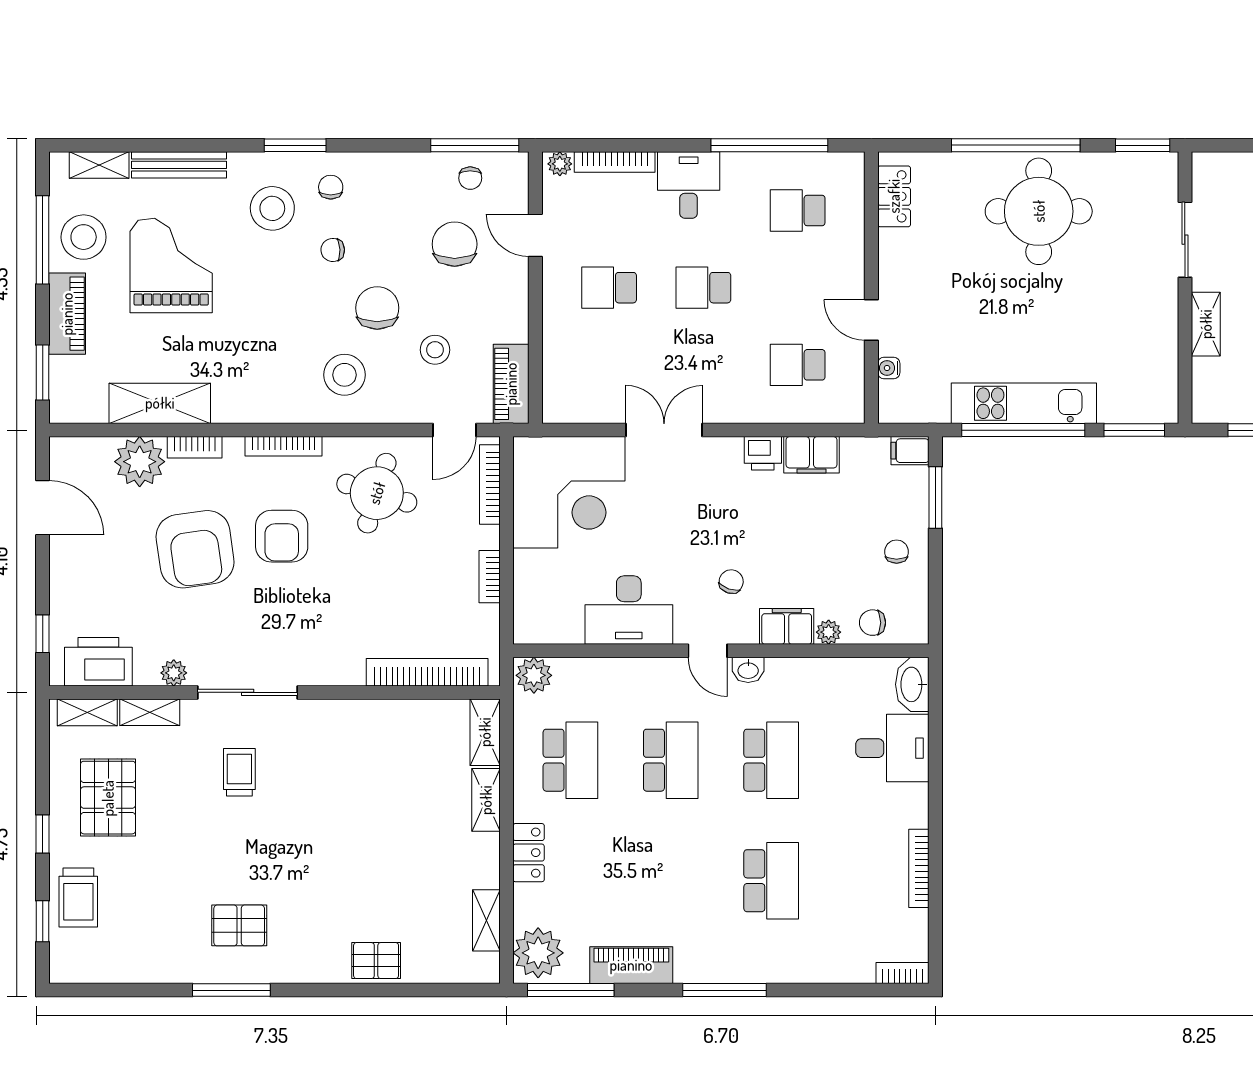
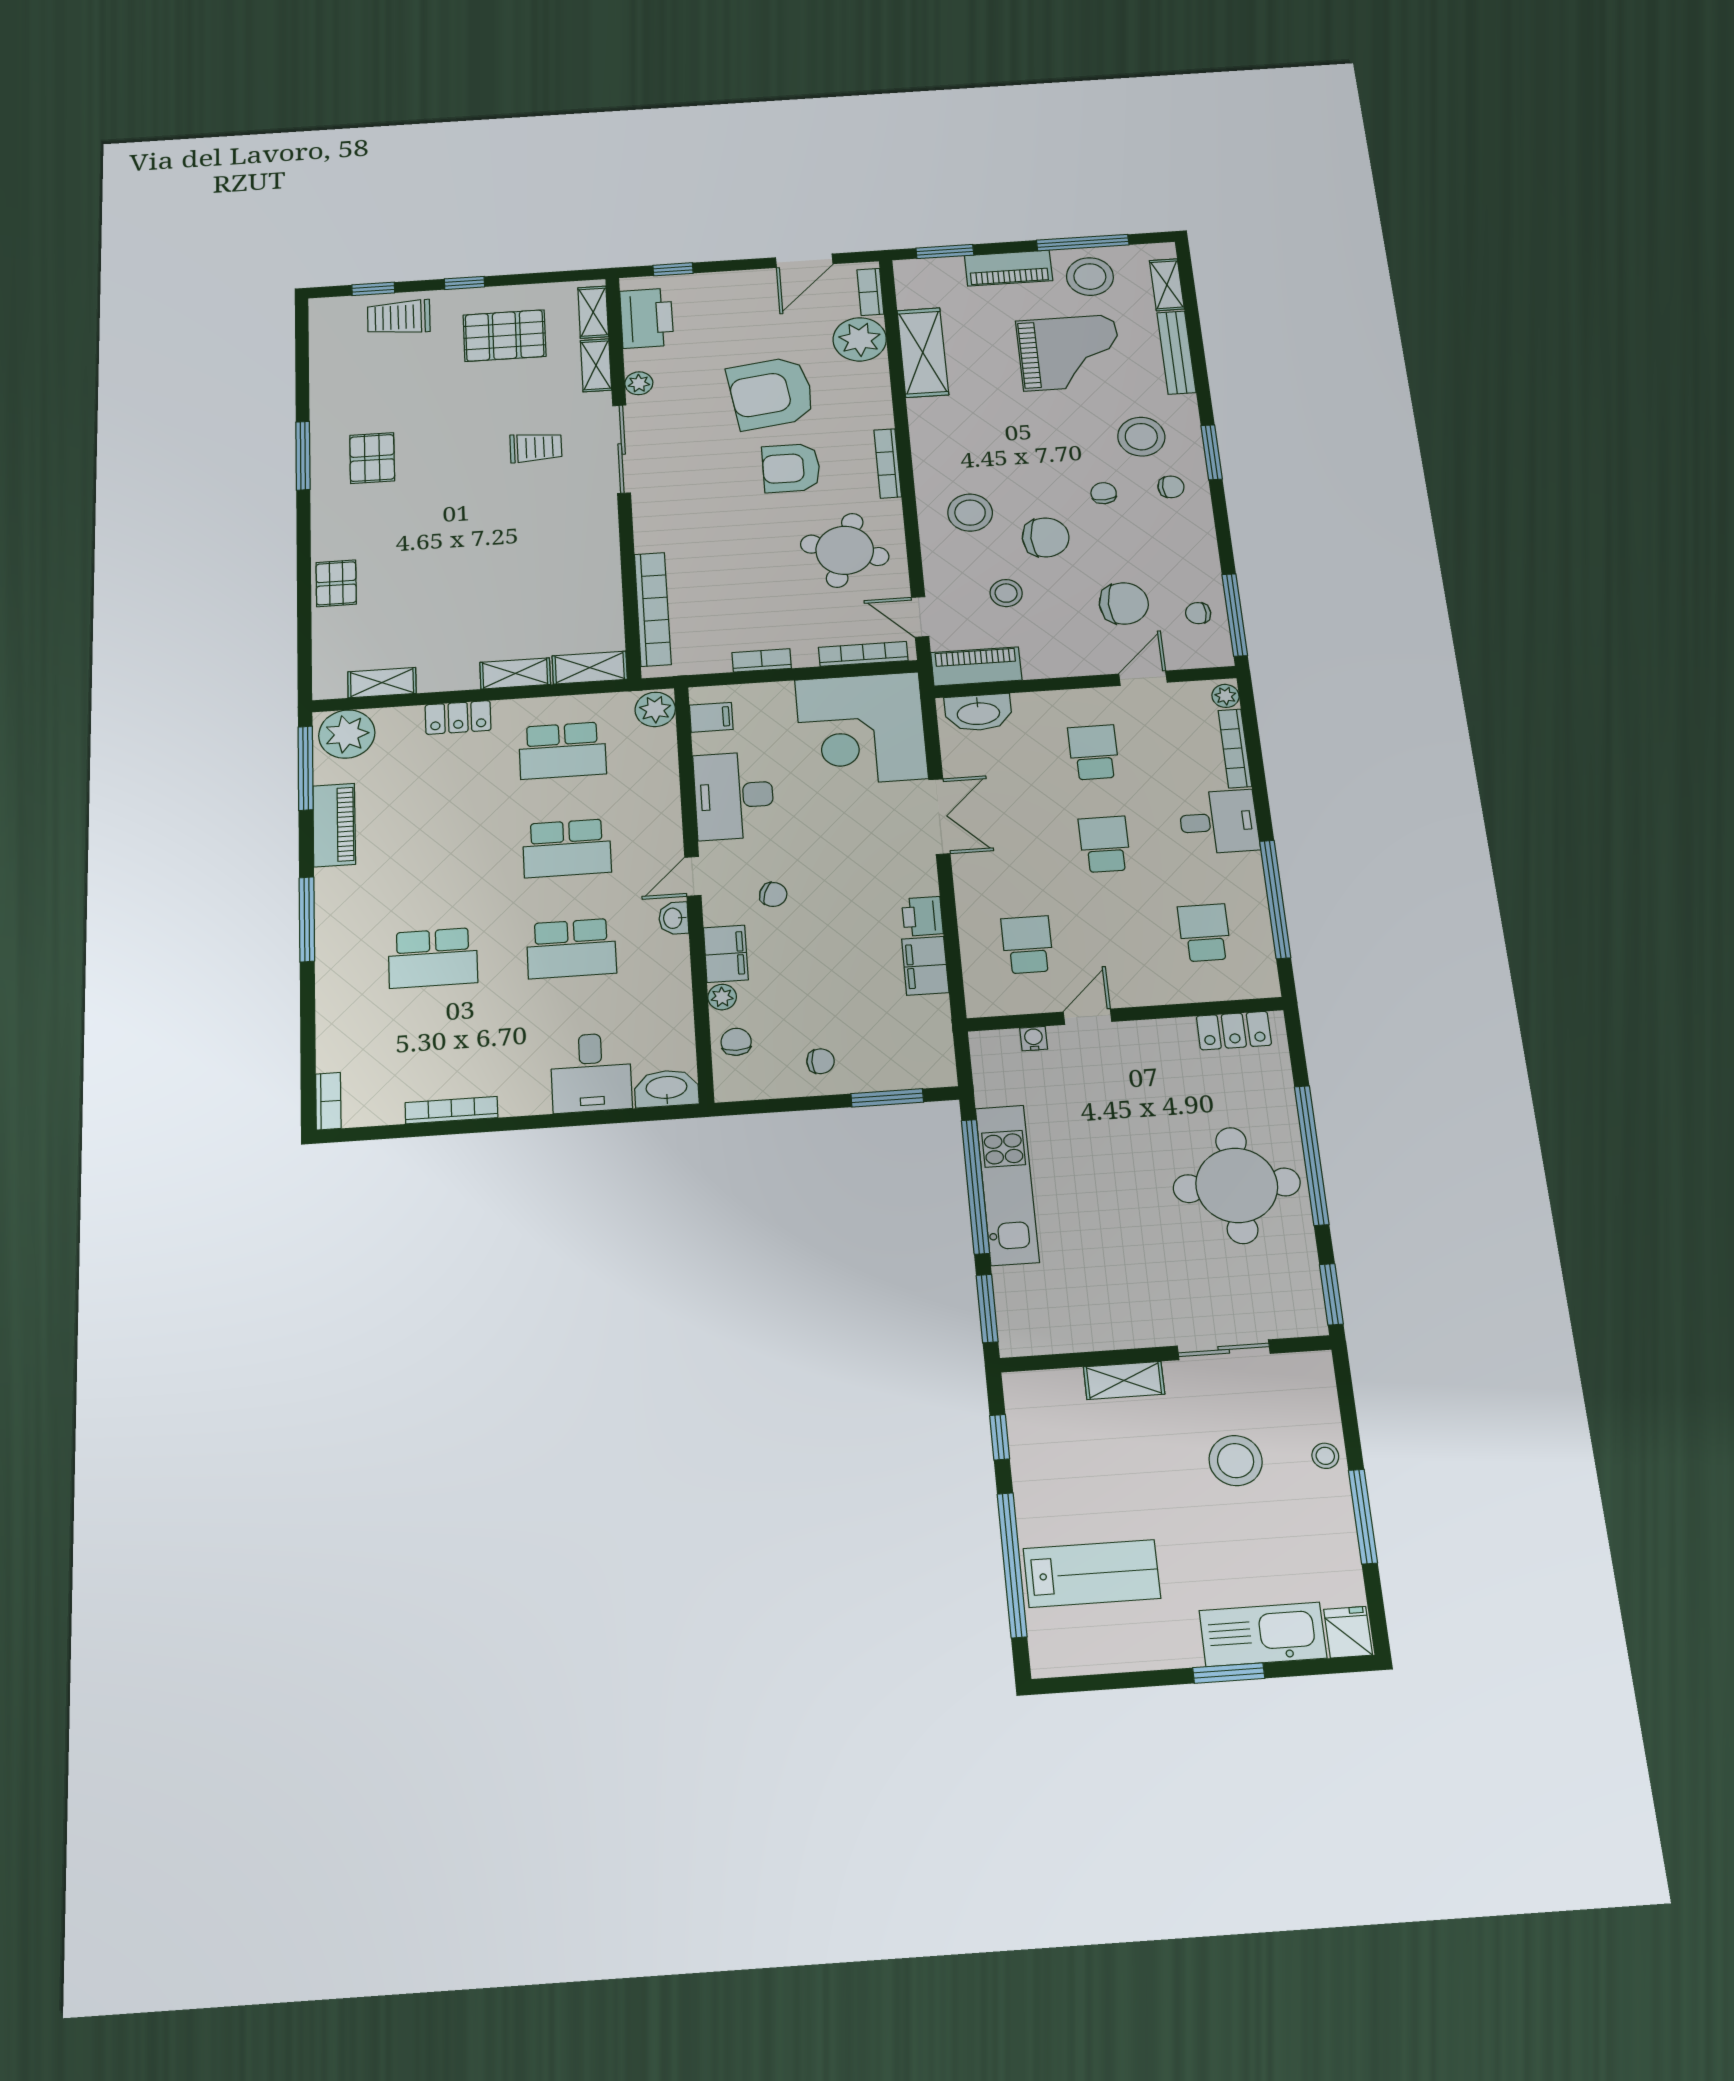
washbasin: (560, 386) -> (978, 713), added
bookcase: (195, 447) -> (870, 292), moved
filing cabinet: (910, 451) -> (711, 717), moved, turned 90

